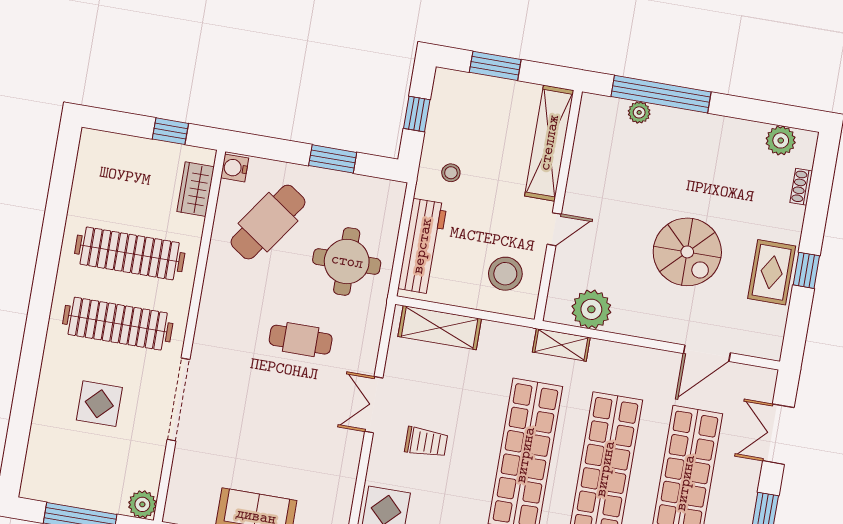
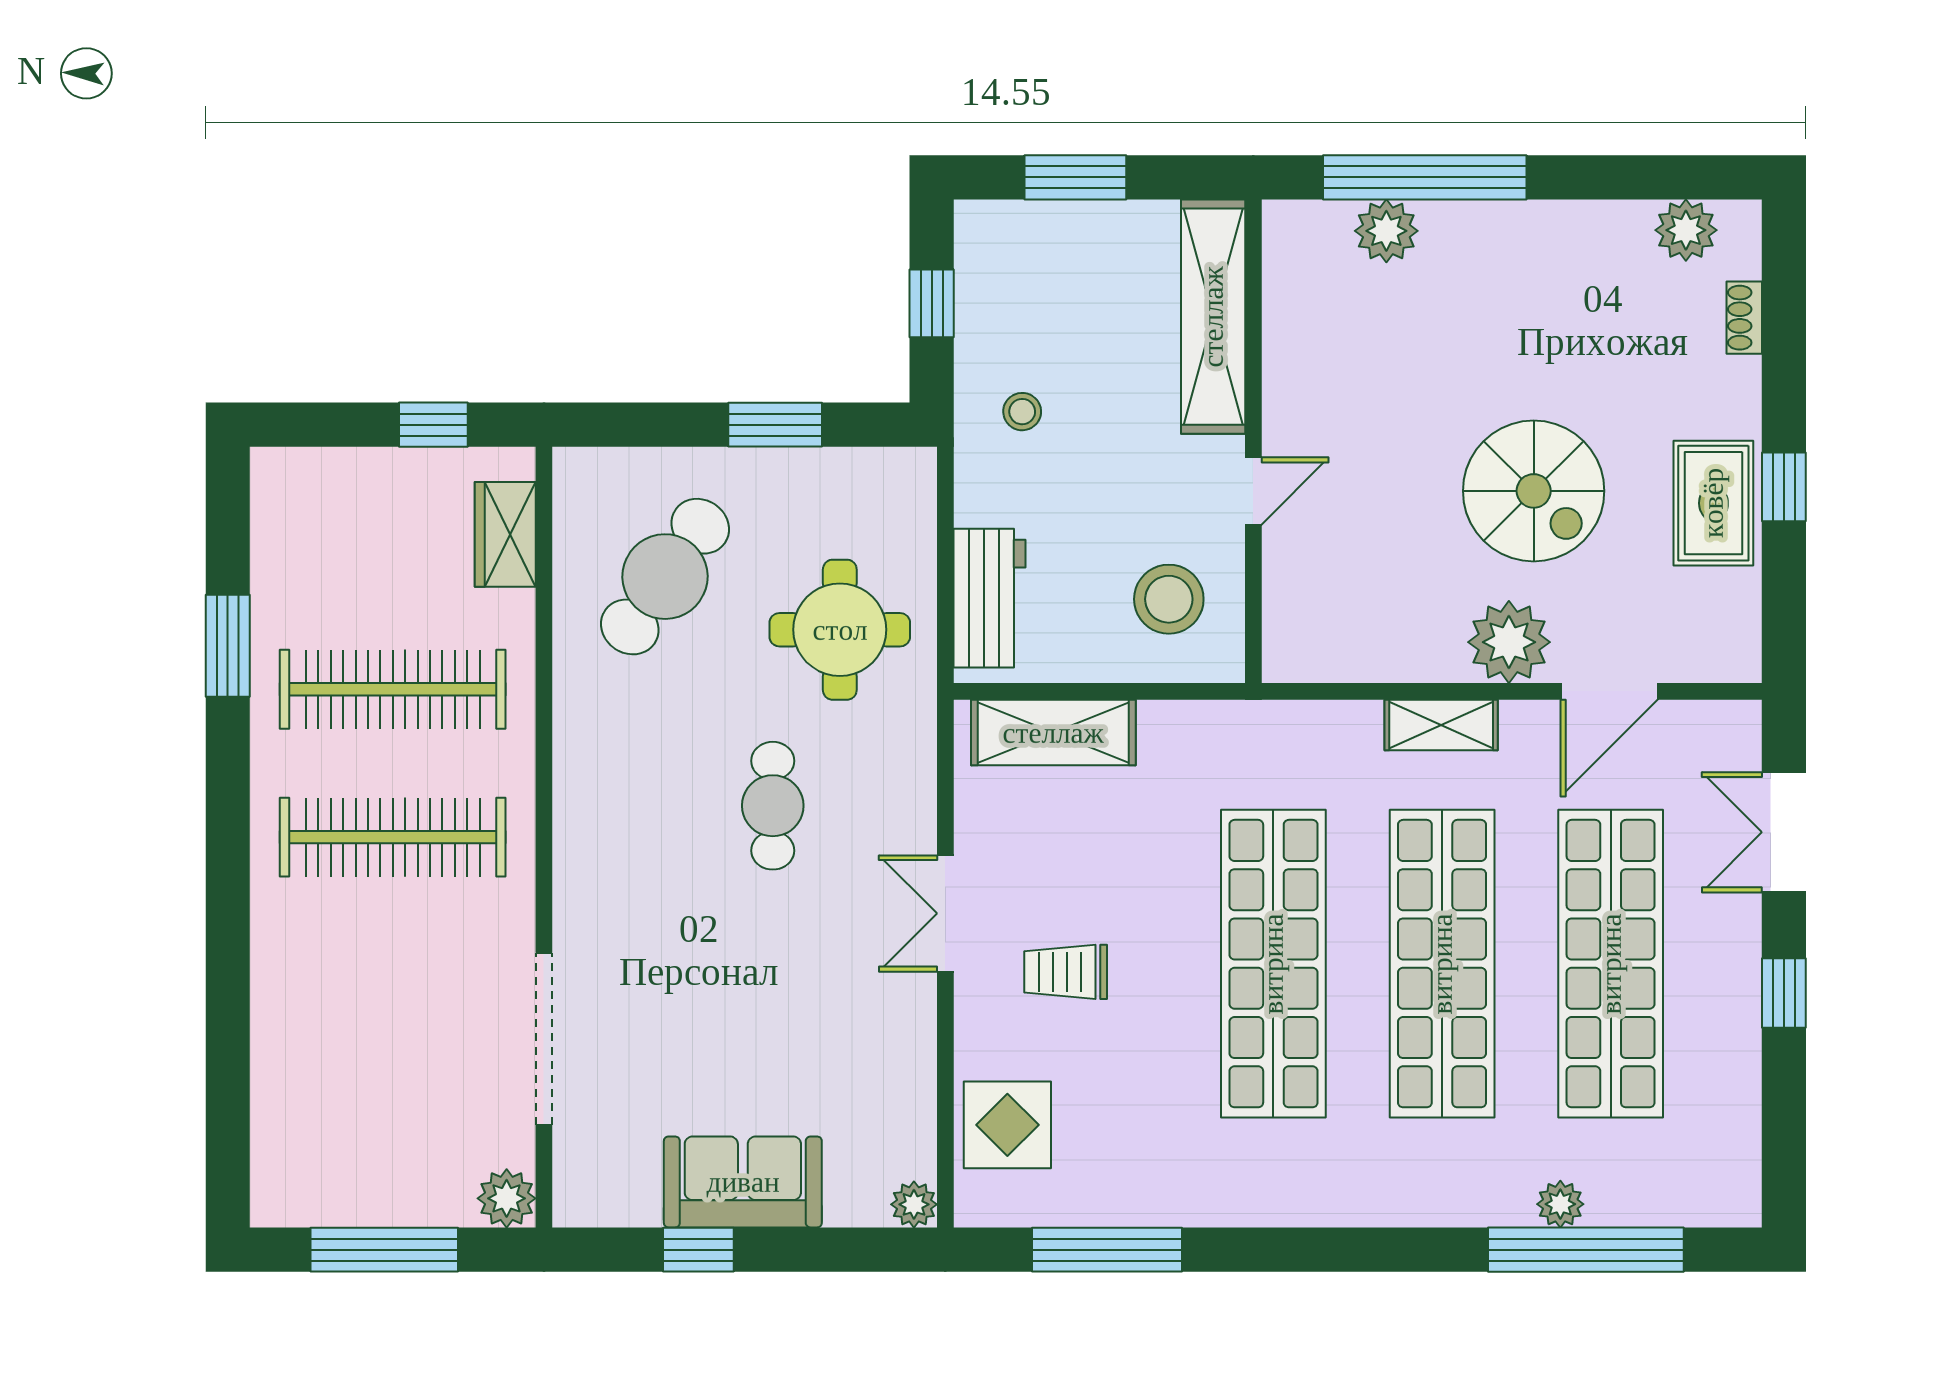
plant: (639, 112) -> (1386, 231), width x1.38, depth x1.38
water cooler: (235, 168) -> (578, 477), removed
window: (55, 219) -> (228, 646), added
workbench: (422, 246) -> (989, 598), width x0.73
plant: (591, 309) -> (1509, 642), moved
cafe table: (301, 340) -> (773, 806), turned 90
shelving: (561, 345) -> (1441, 725), moved
doorway: (179, 399) -> (544, 1039), moved
display table: (99, 404) -> (383, 1007), removed
trolley: (426, 442) -> (1066, 972), turned 180

